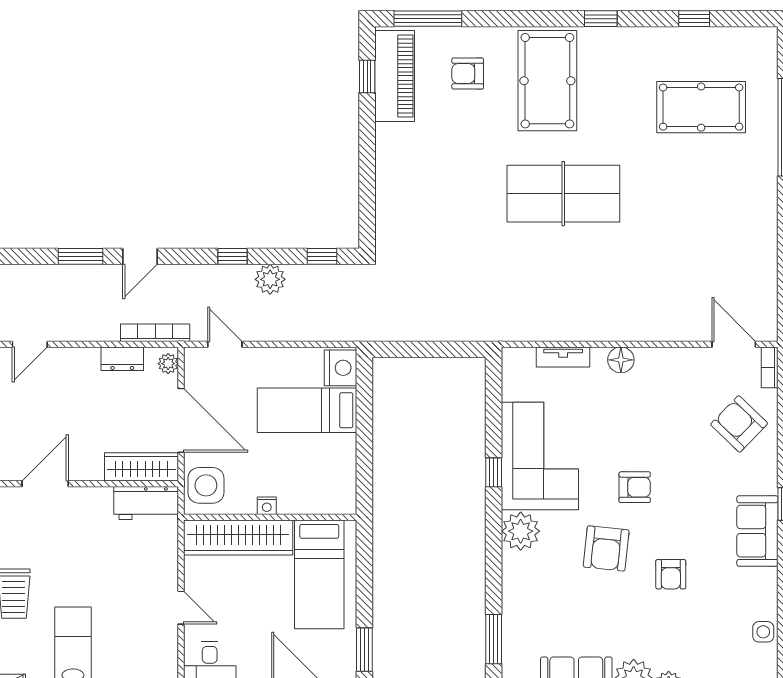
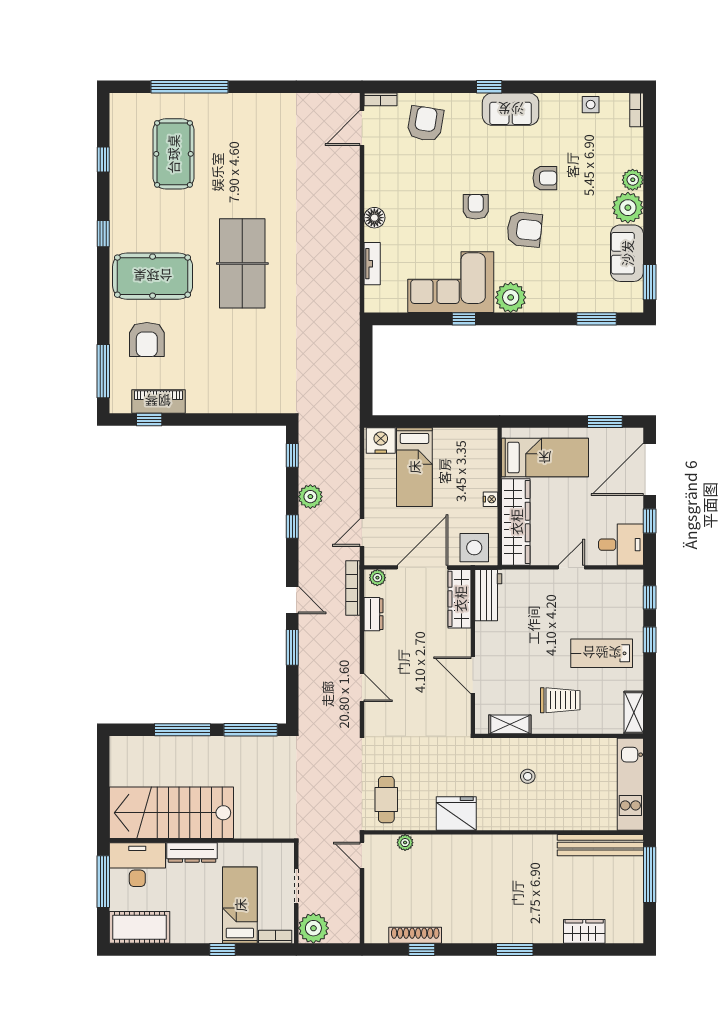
armchair: (468, 74) -> (147, 339), width x1.38, depth x1.38
piano: (395, 76) -> (158, 401), width x0.73, depth x0.75
armchair: (739, 424) -> (425, 124), turned 145

